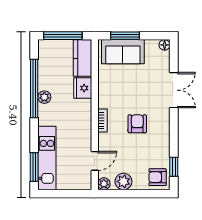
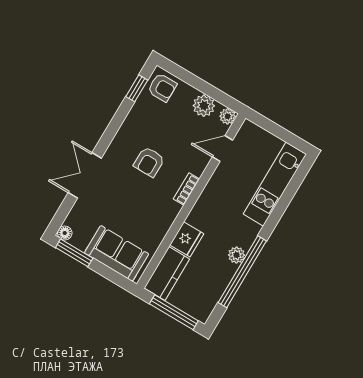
window: (125, 36) -> (74, 253), moved
window: (34, 167) -> (295, 183), removed

